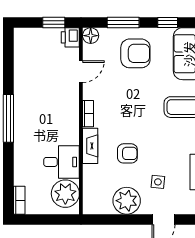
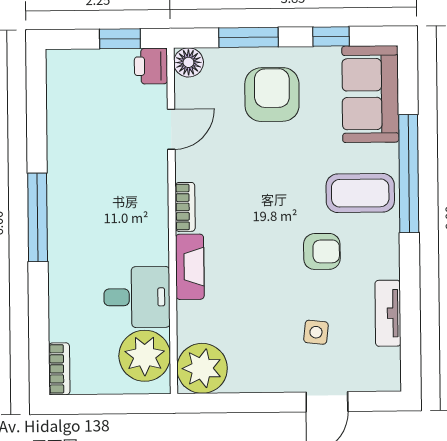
armchair: (135, 53) -> (272, 95), turned -90
armchair: (127, 153) -> (322, 251), moved
plant: (127, 201) -> (202, 368), moved

